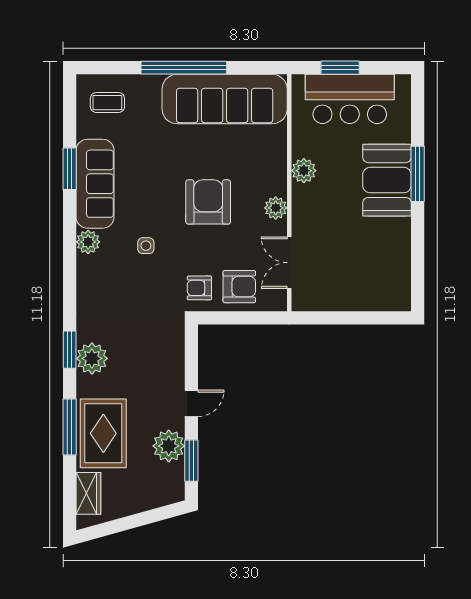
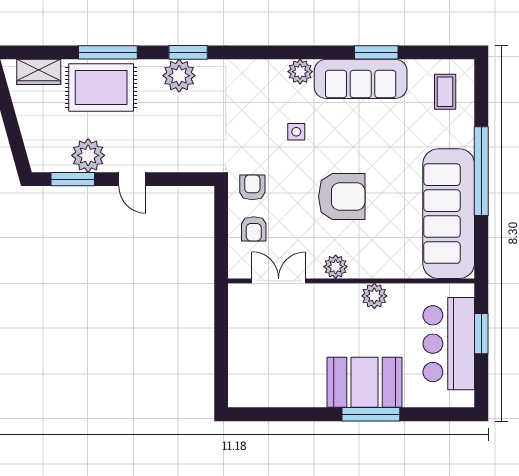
armchair: (239, 287) -> (254, 229), width x0.72, depth x0.72

